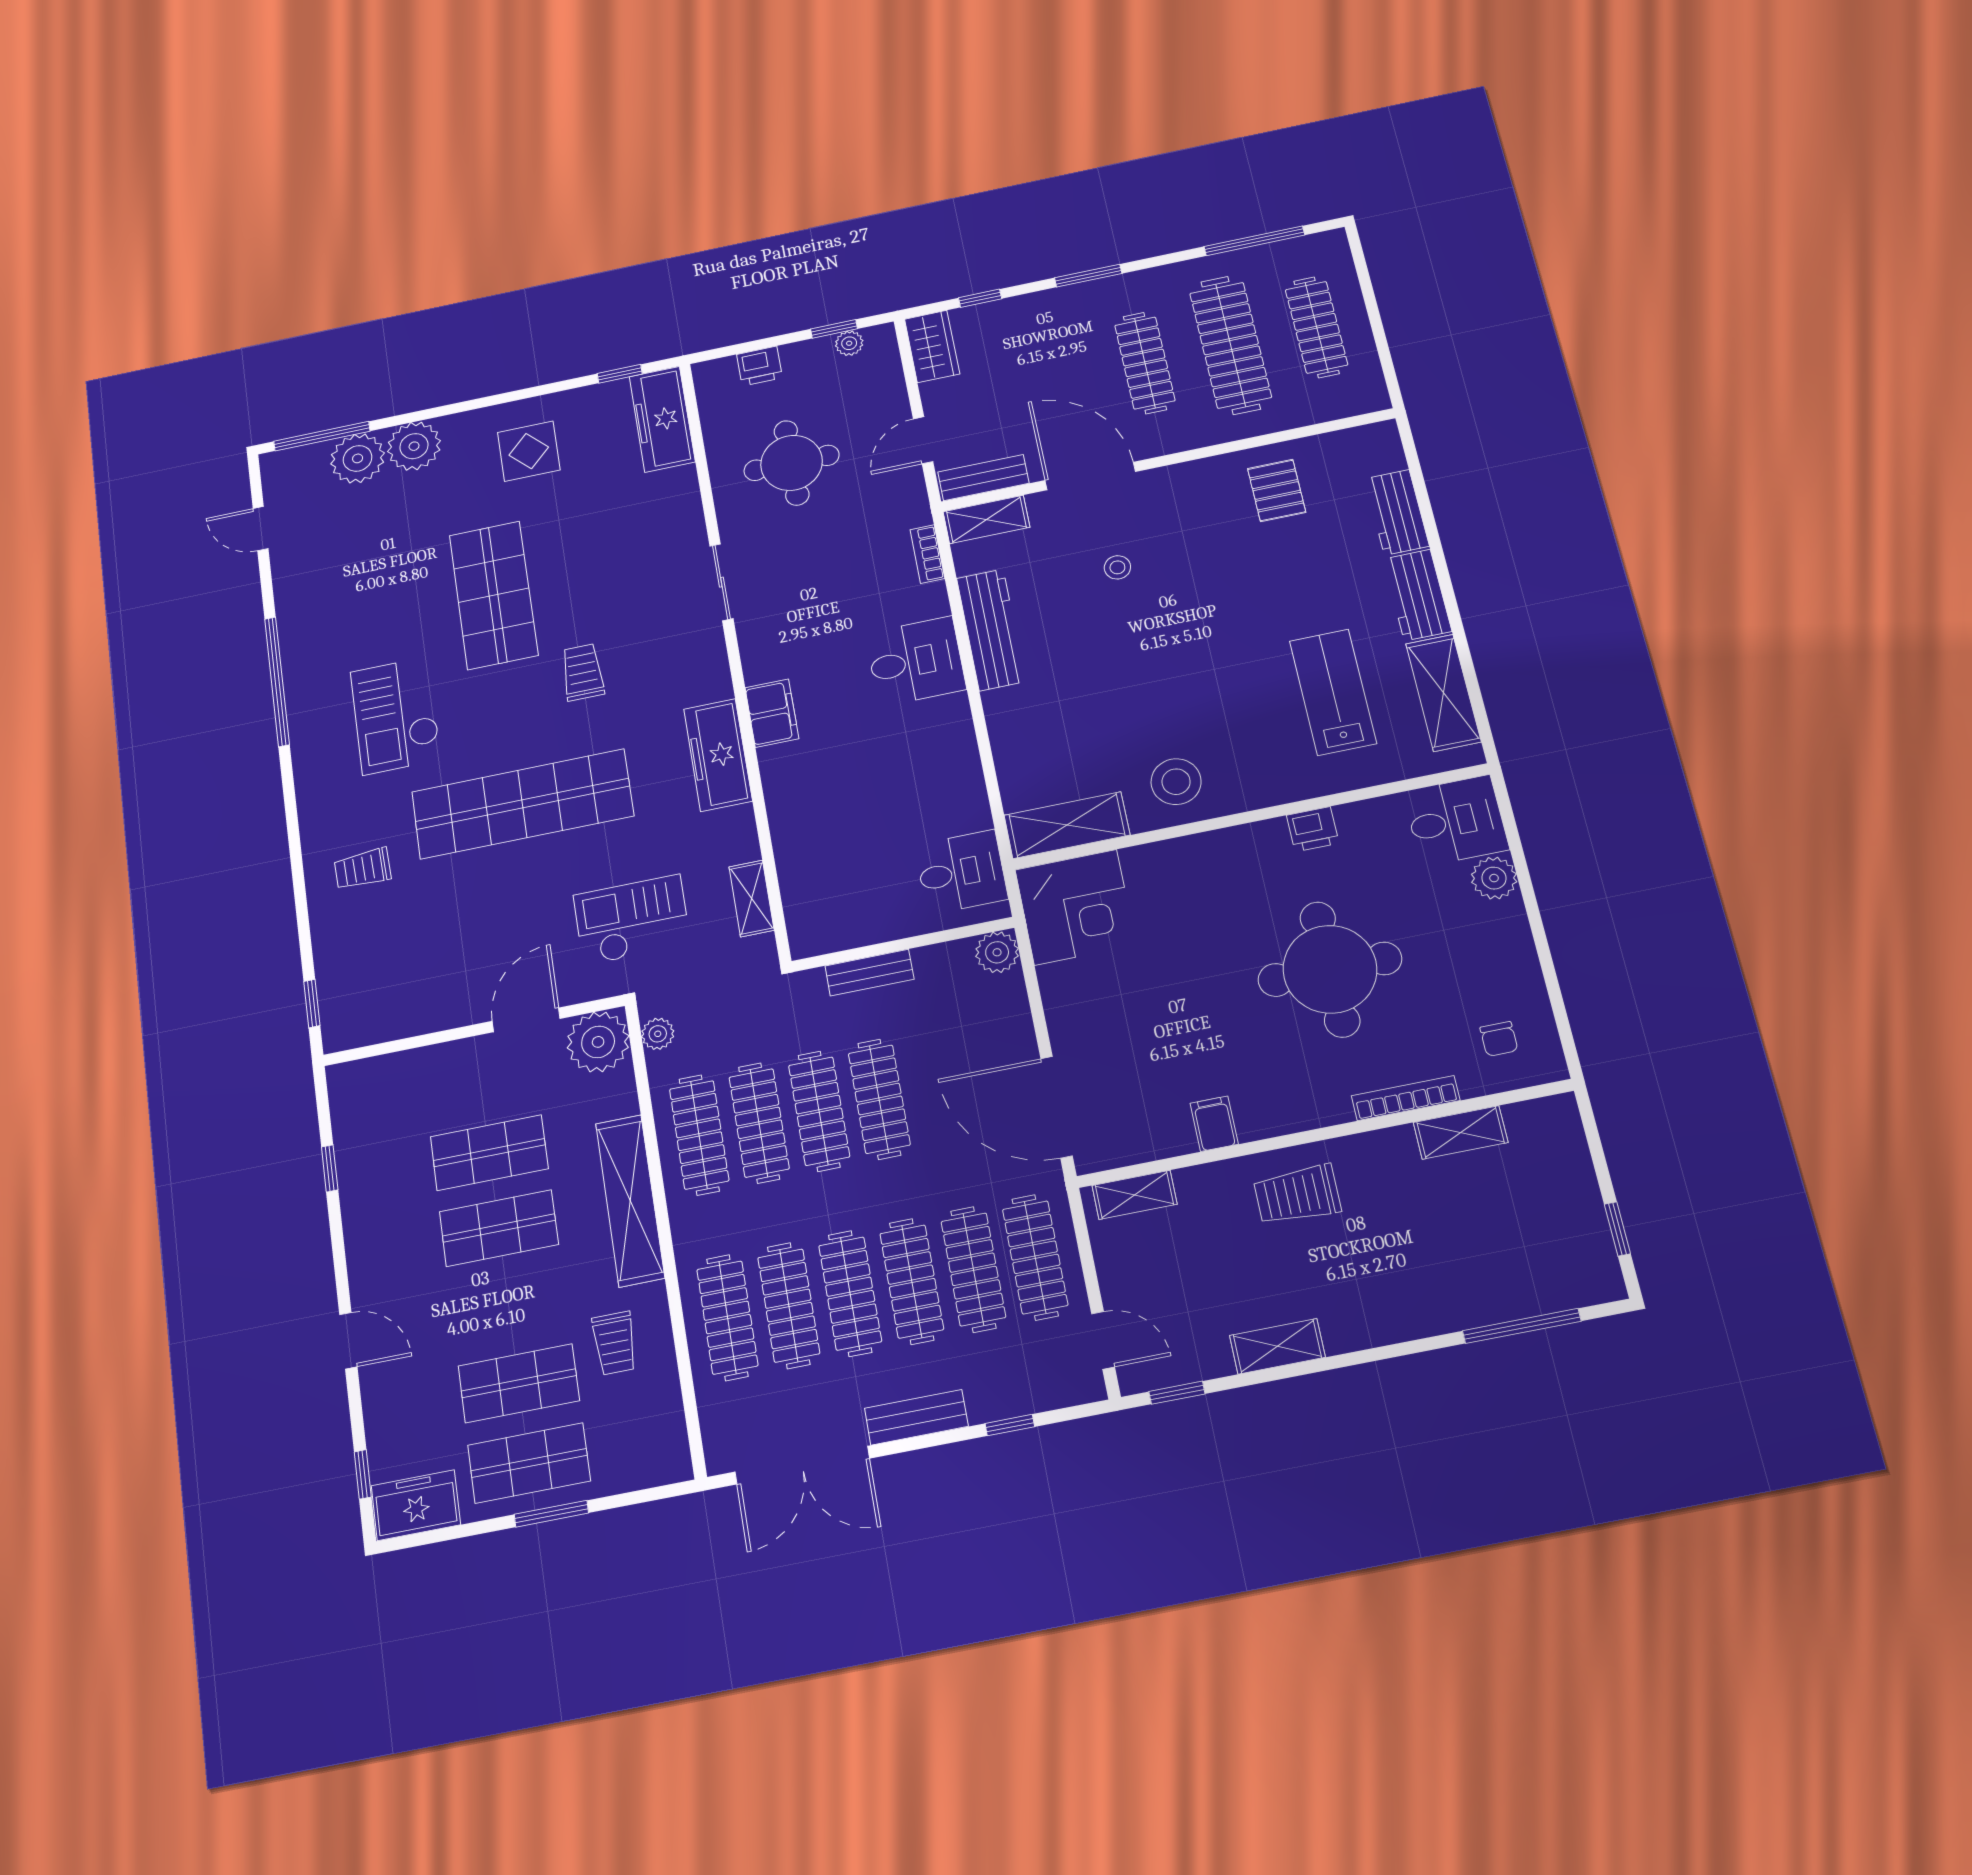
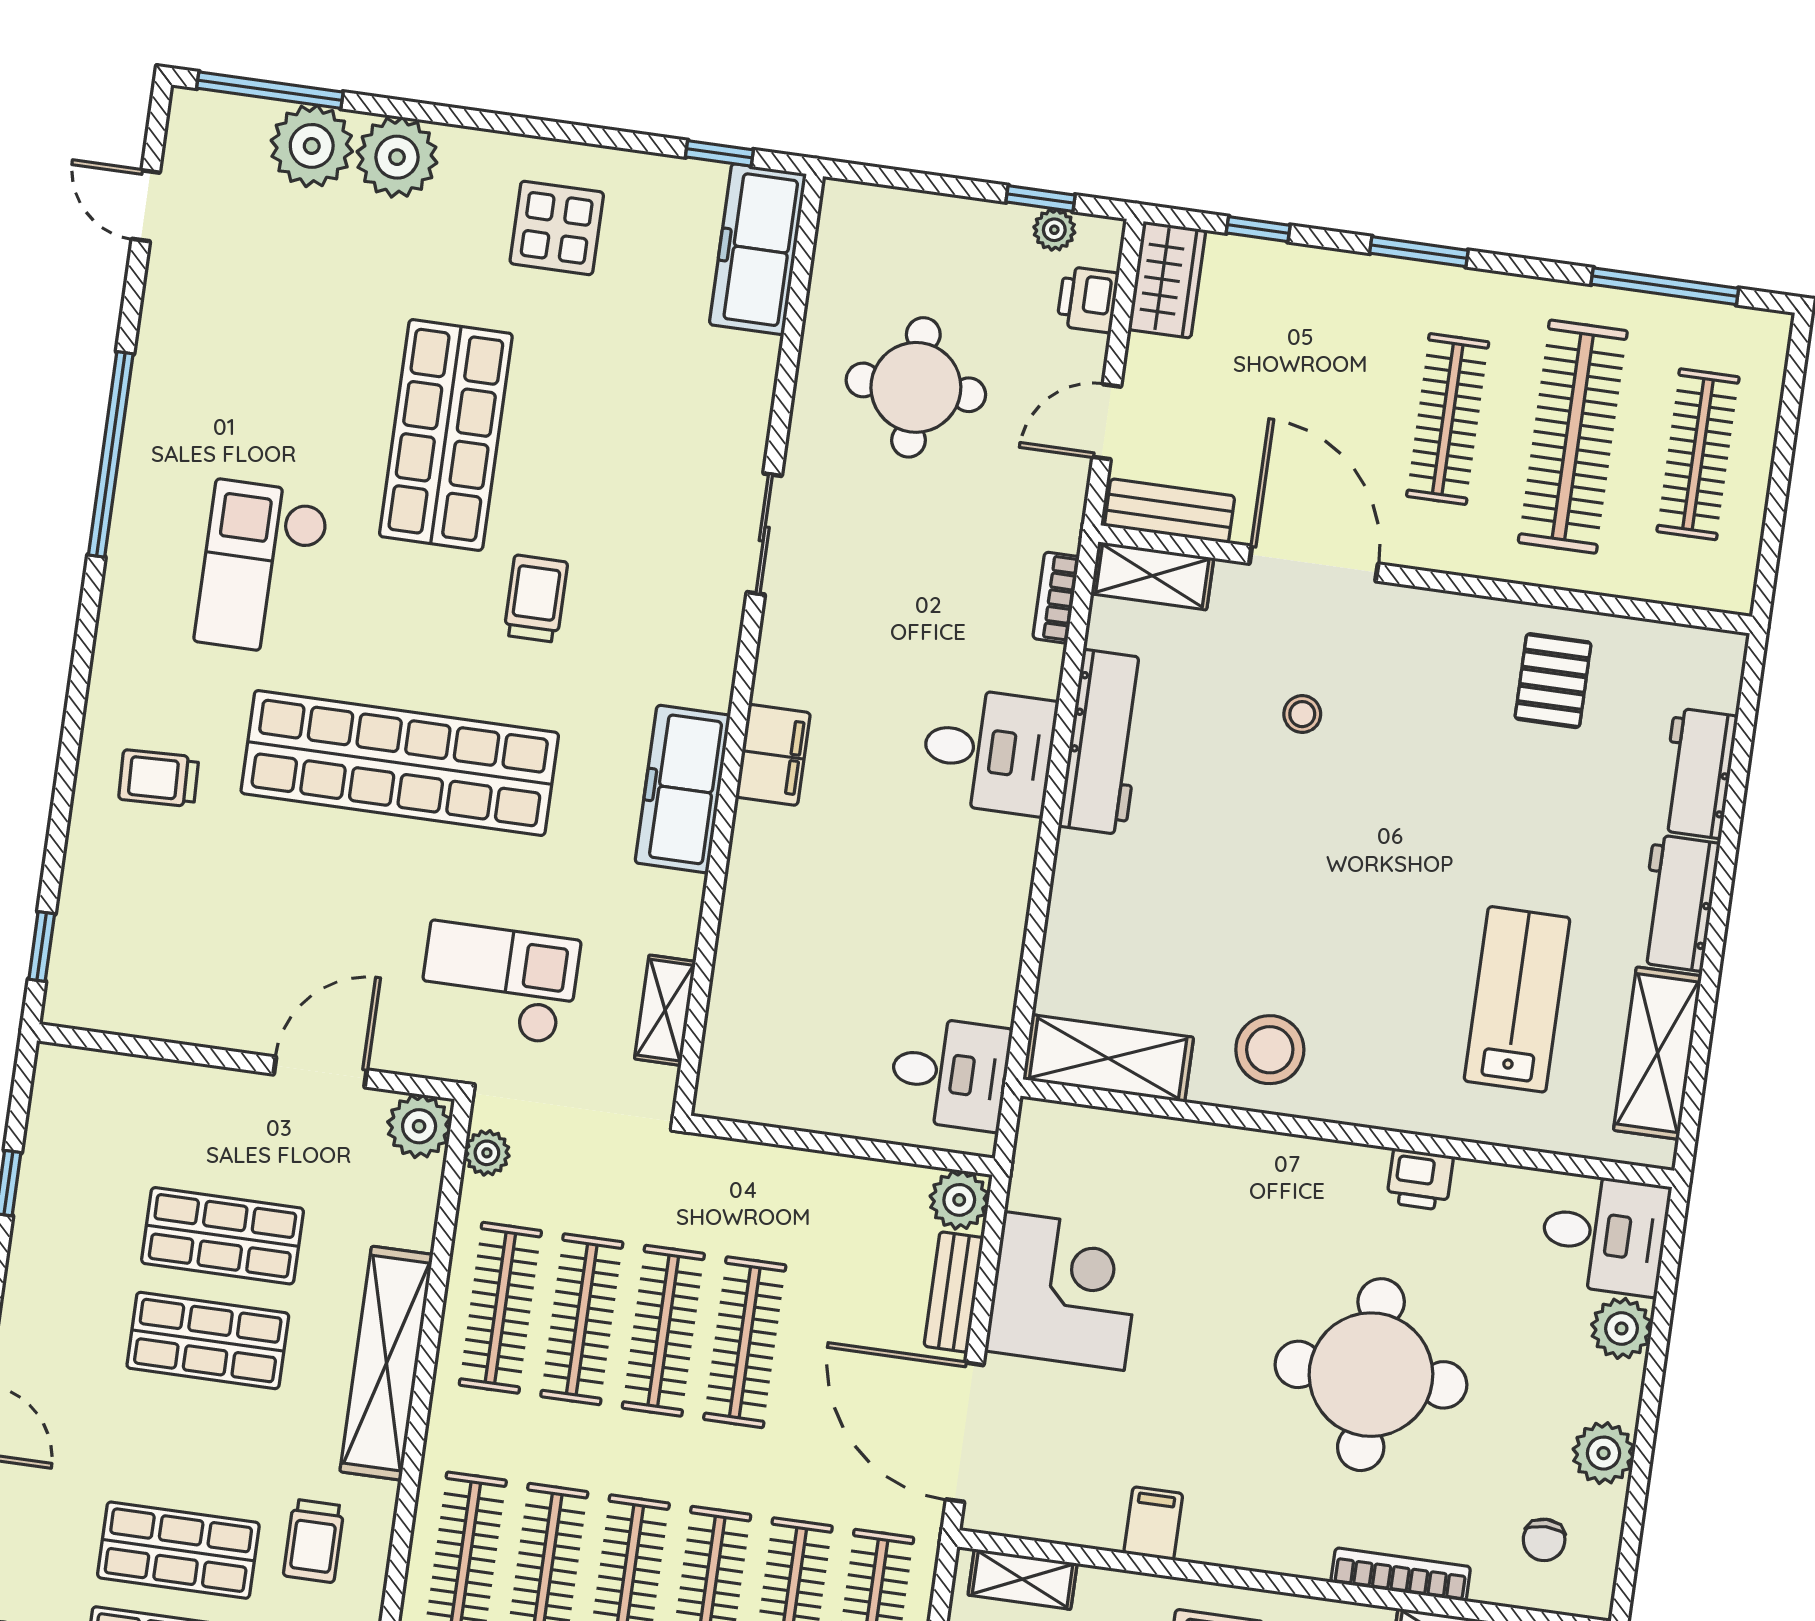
printer: (759, 366) -> (1088, 299), moved, turned 90
corner desk: (1076, 907) -> (1064, 1291), moved, turned -90
plant: (1517, 965) -> (1604, 1453), added
bench: (869, 973) -> (954, 1292), moved, turned 90
plant: (598, 1042) -> (419, 1126), width x0.73, depth x0.73

